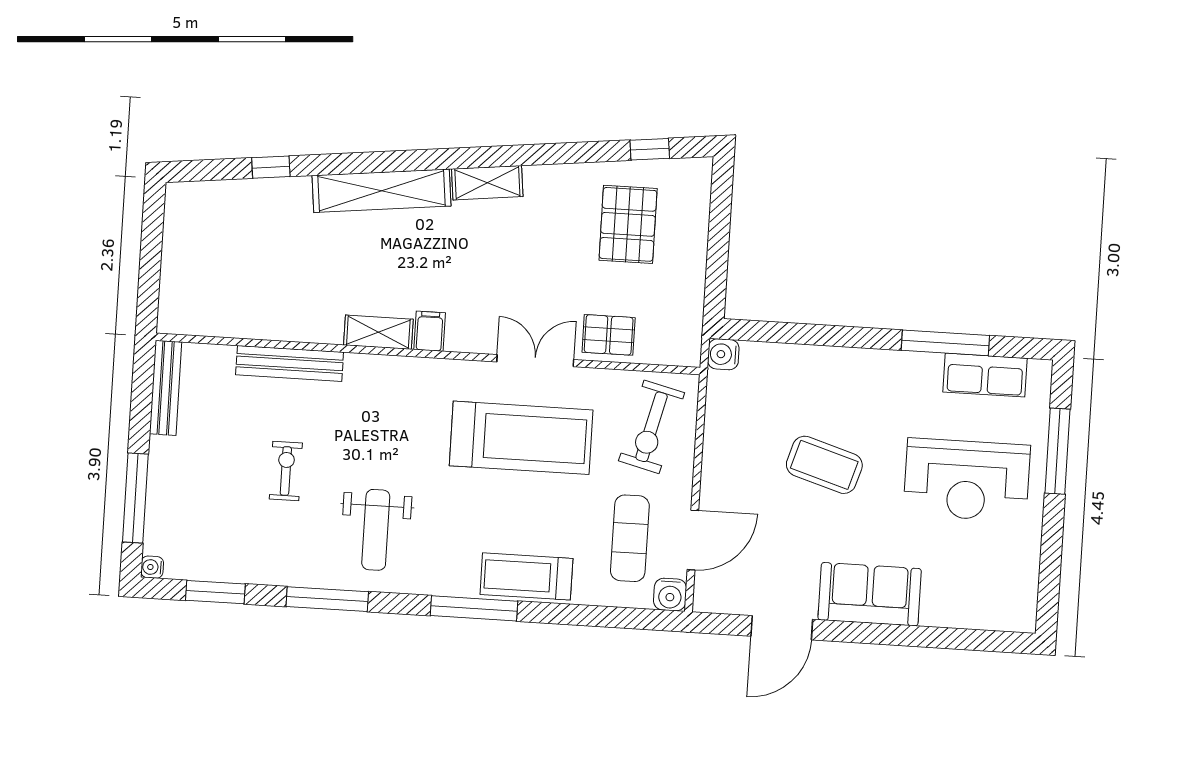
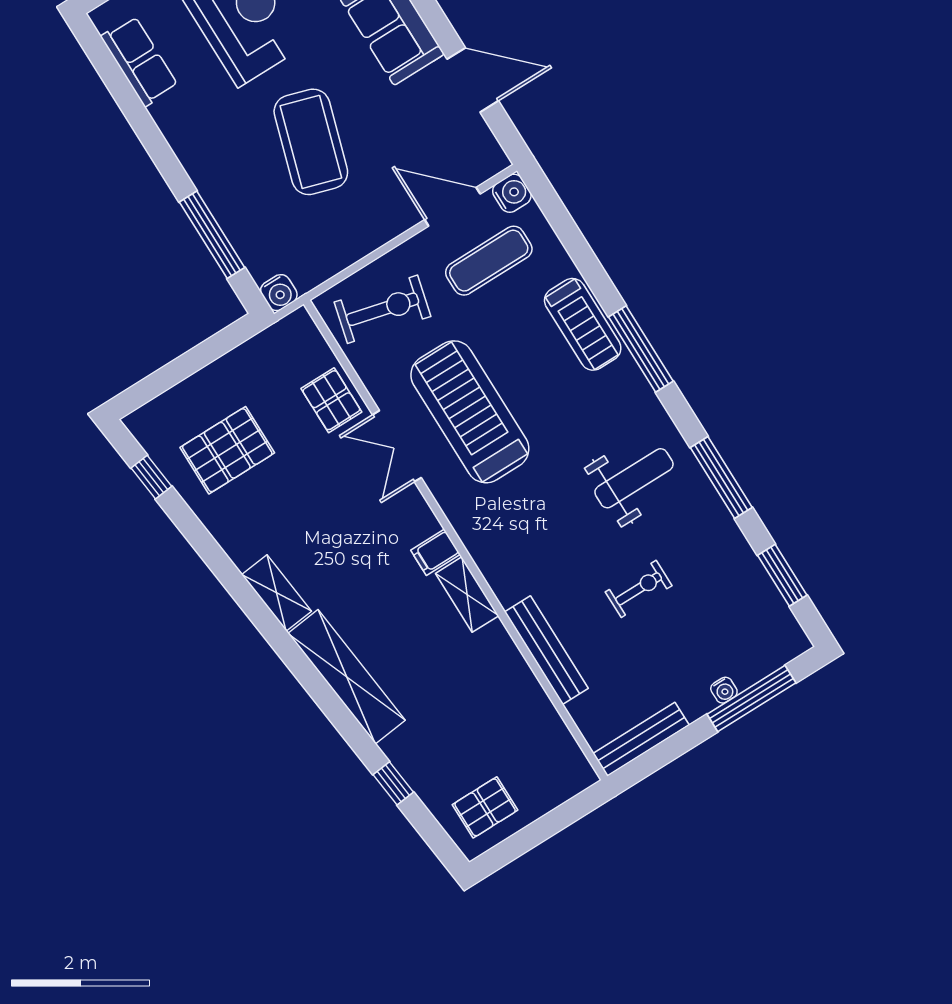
pallet: (200, 226) -> (485, 807), added
window: (945, 343) -> (212, 235), moved
coffee table: (824, 465) -> (311, 142), width x1.36, depth x1.32
exercise bike: (286, 471) -> (639, 589), turned 180
water cooler: (152, 567) -> (724, 690), moved

